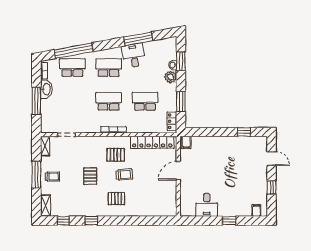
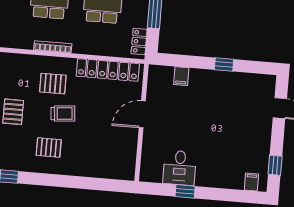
window: (244, 132) -> (224, 64), moved
filing cabinet: (186, 142) -> (181, 76), moved
window: (272, 188) -> (275, 165), moved
window: (229, 221) -> (185, 191), moved

